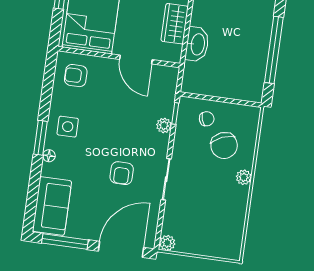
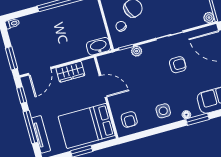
washbasin: (197, 44) -> (99, 46), moved
door: (136, 59) -> (103, 86), hinge flipped
window: (40, 138) -> (197, 119), moved

